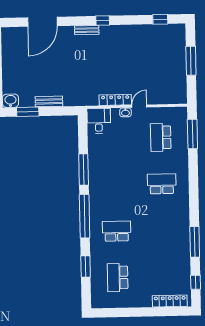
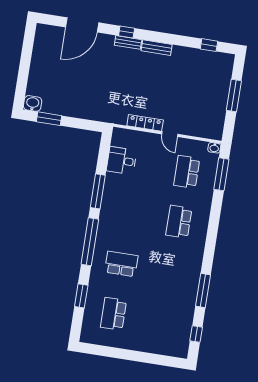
window: (103, 20) -> (127, 32), moved
bench: (49, 101) -> (157, 48), moved
door: (139, 106) -> (170, 134), swing flipped
washbasin: (125, 112) -> (214, 148), moved
desk: (99, 121) -> (122, 161), moved, turned -90
school desk: (162, 184) -> (179, 222), turned -90
locker: (170, 301) -> (165, 349), removed

